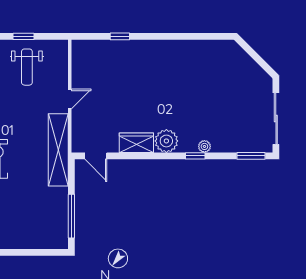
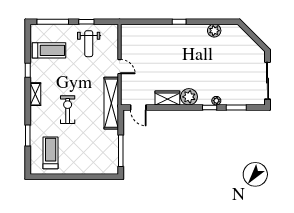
window: (120, 36) -> (179, 22), moved
plant: (201, 49) -> (214, 31), added
door: (70, 99) -> (119, 67), hinge flipped
window: (251, 156) -> (236, 107), moved

